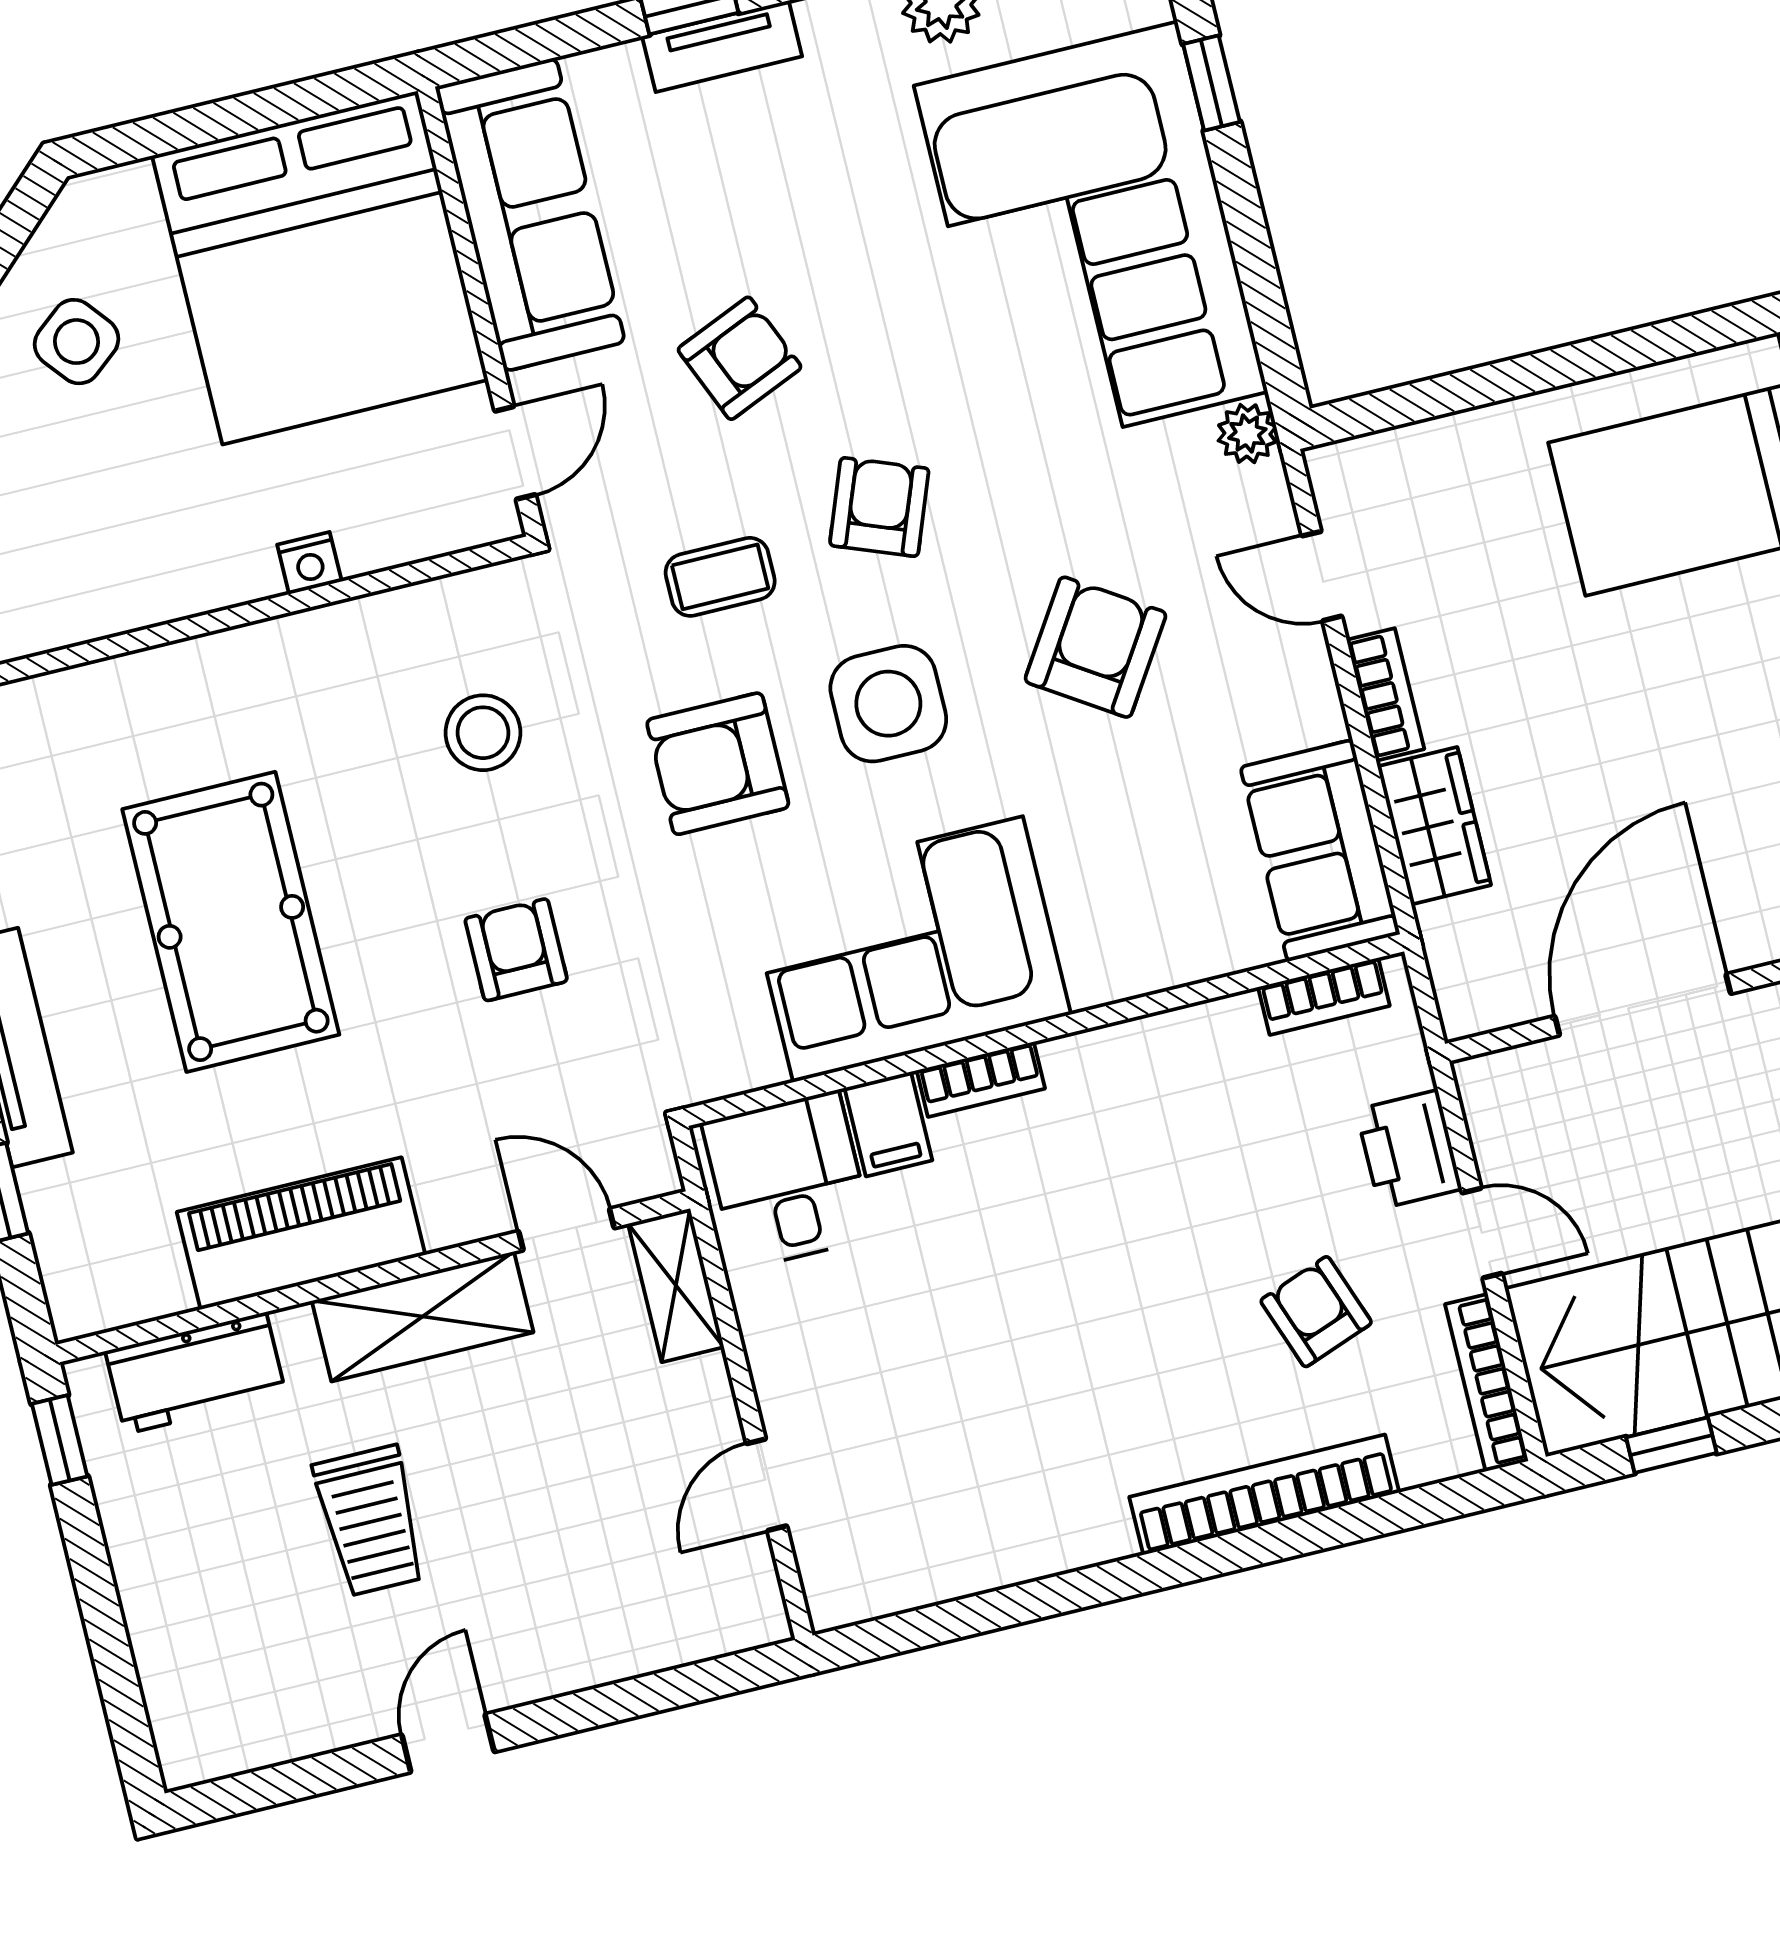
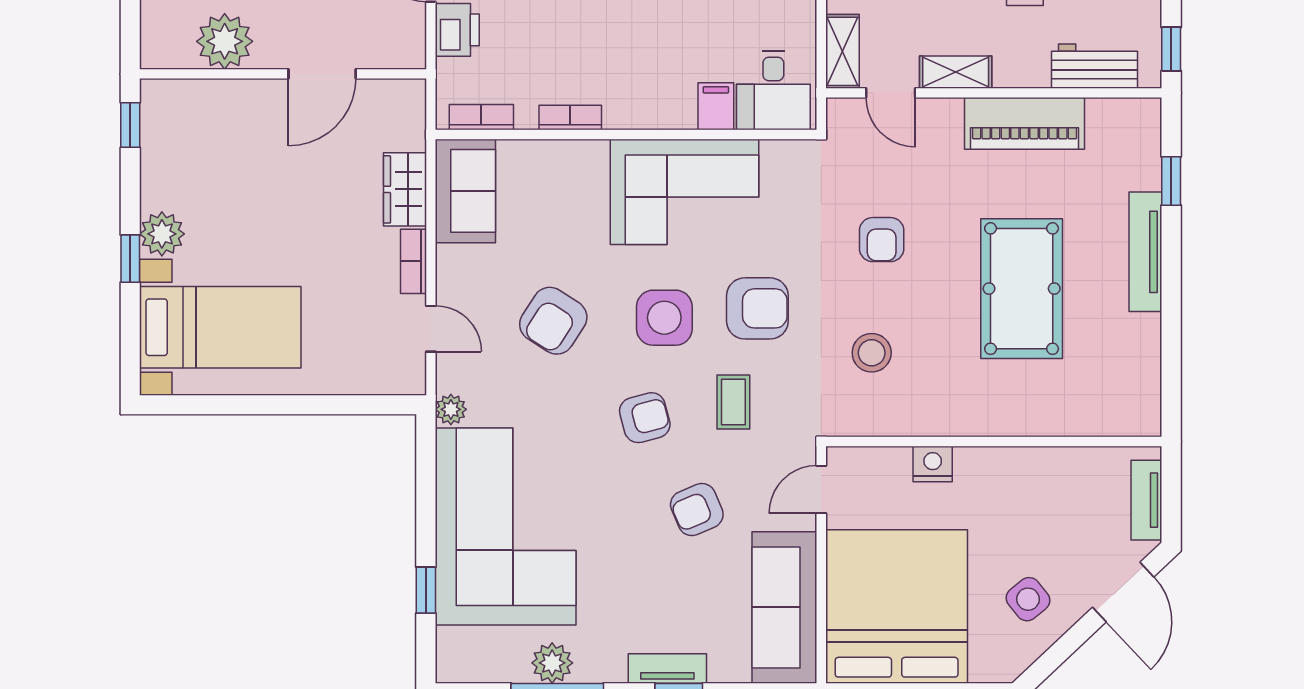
armchair: (879, 507) -> (645, 418), turned -126
nightstand: (309, 563) -> (933, 464), width x1.39, depth x1.35
coffee table: (720, 577) -> (733, 402), turned 90
door: (1643, 1005) -> (322, 74), width x0.73
bookcase: (981, 1079) -> (570, 117), moved
shelving: (423, 1317) -> (956, 72), width x0.67, depth x0.75

